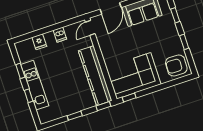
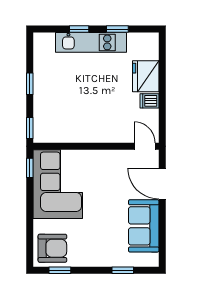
fridge: (39, 42) -> (146, 76), width x1.88, depth x1.34
window: (184, 42) -> (60, 270), moved
armchair: (176, 66) -> (52, 248), turned 88
kitchen counter: (95, 76) -> (76, 131), removed

